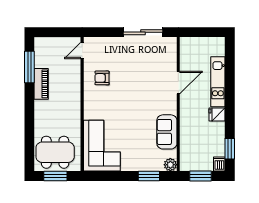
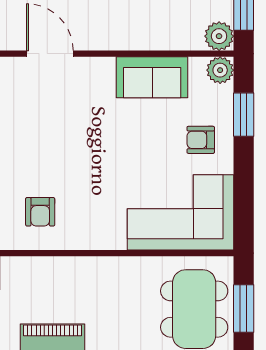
armchair: (137, 155) -> (201, 140), added
plant: (187, 164) -> (219, 36), added

